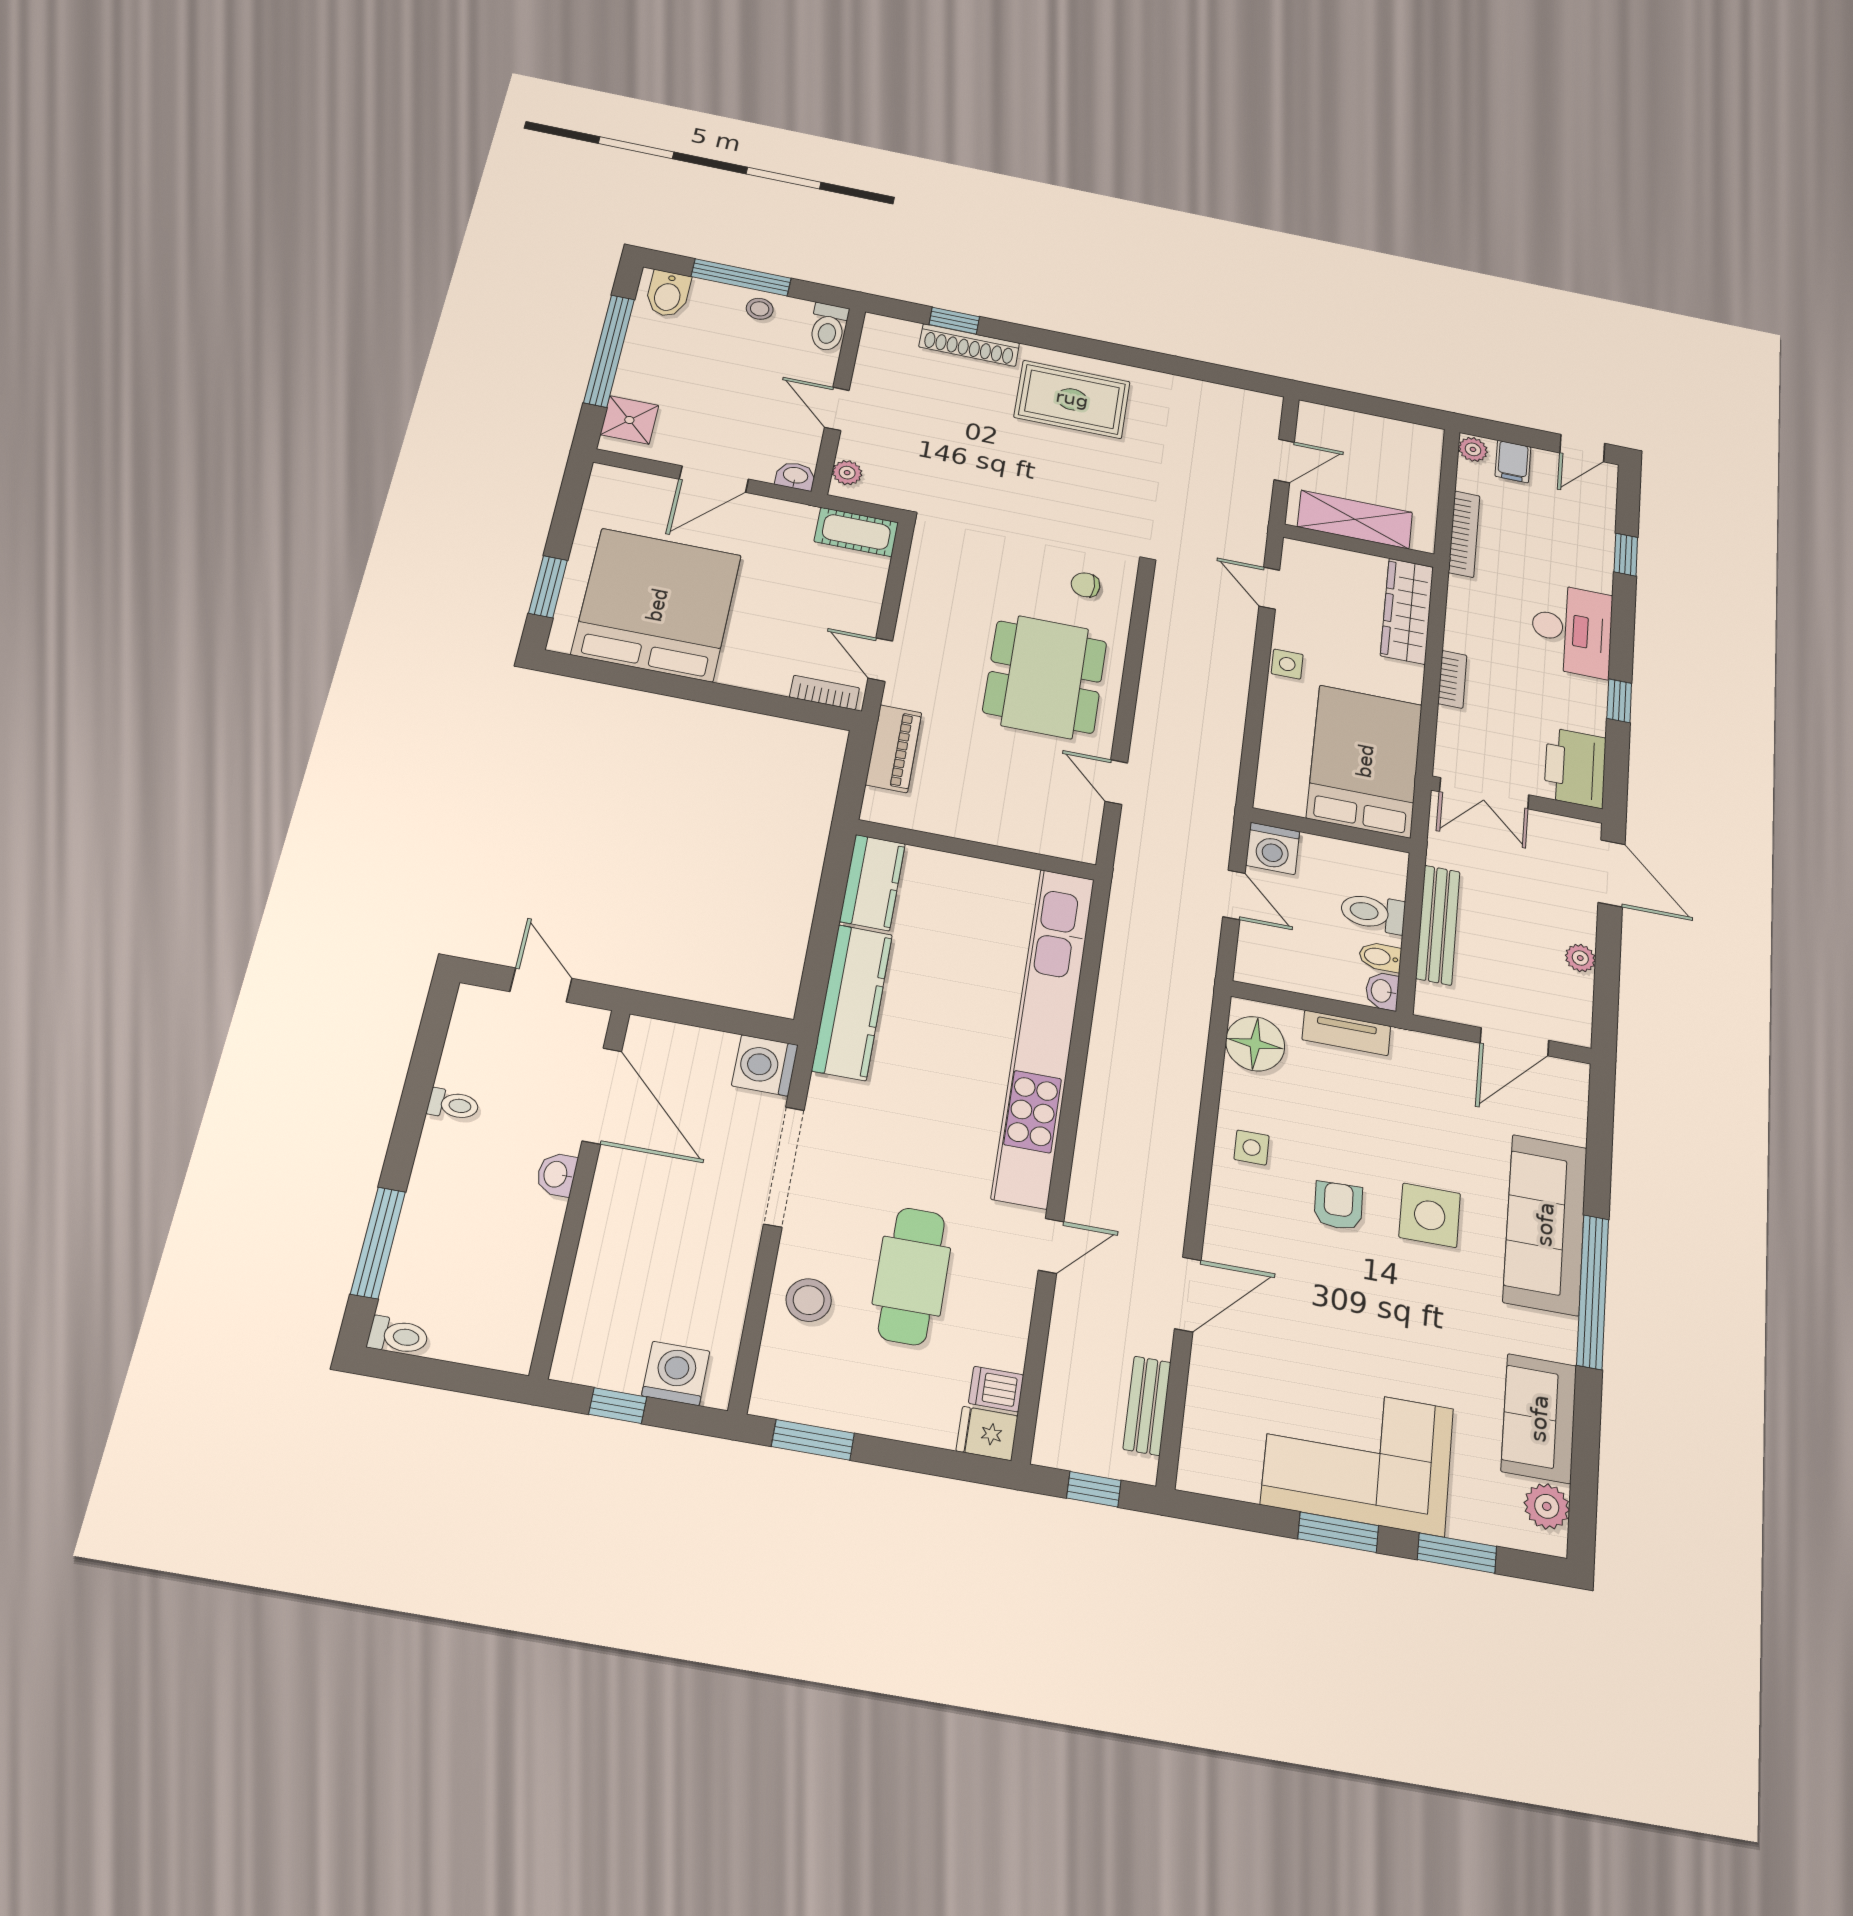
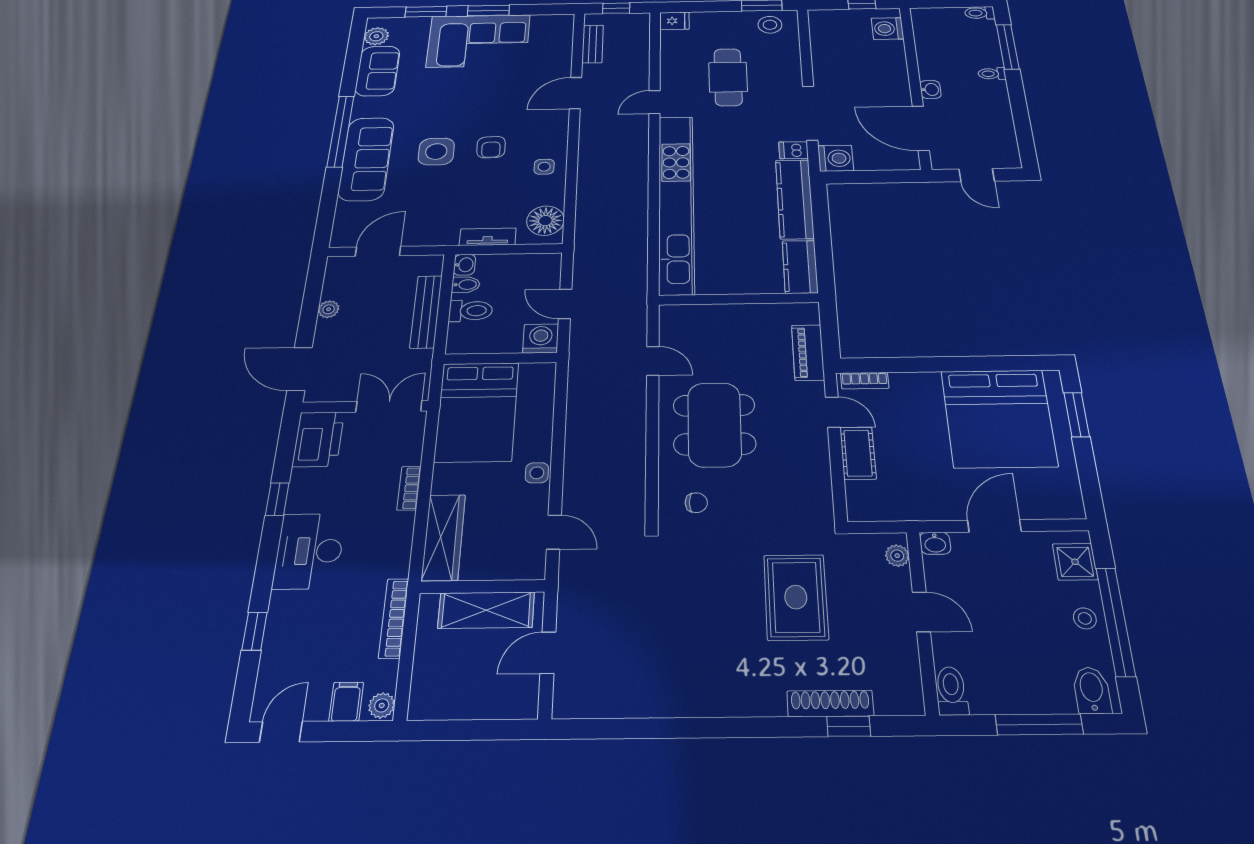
stool: (760, 309) -> (1085, 618), moved
rug: (1072, 399) -> (796, 597), moved, turned 90
cot: (856, 532) -> (858, 453), moved, turned 90
toilet: (453, 1105) -> (992, 74), moved
stool: (809, 1300) -> (770, 25), moved
washing machine: (676, 1373) -> (887, 29), moved, turned 90
dishwasher: (996, 1389) -> (794, 150), moved, turned 180

